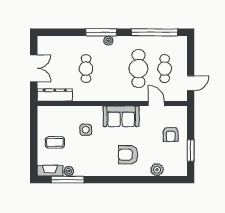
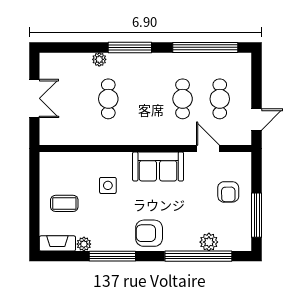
plant: (108, 41) -> (99, 59), moved
cafe table: (138, 69) -> (183, 99), width x0.73, depth x0.74
dresser: (55, 95) -> (64, 136), removed
window: (191, 151) -> (257, 215), width x1.44
armchair: (128, 155) -> (149, 233), moved
window: (68, 180) -> (112, 256), moved
window: (150, 180) -> (198, 256), added

